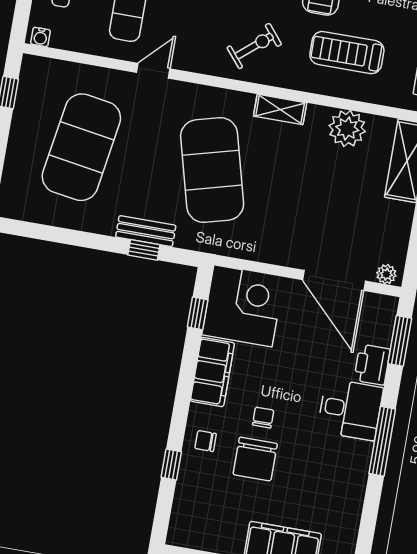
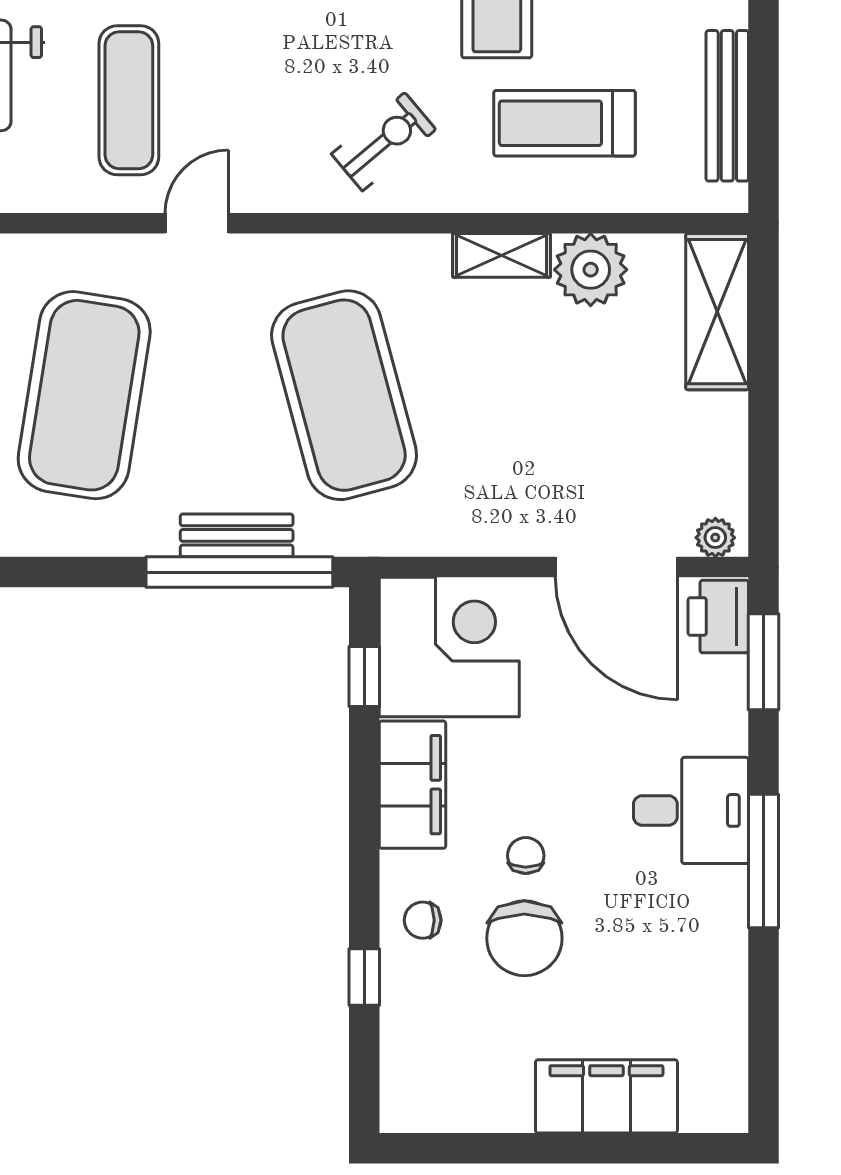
shelving: (280, 109) -> (501, 255), moved
window: (144, 250) -> (239, 572), width x3.17
printer: (372, 365) -> (718, 617), moved

